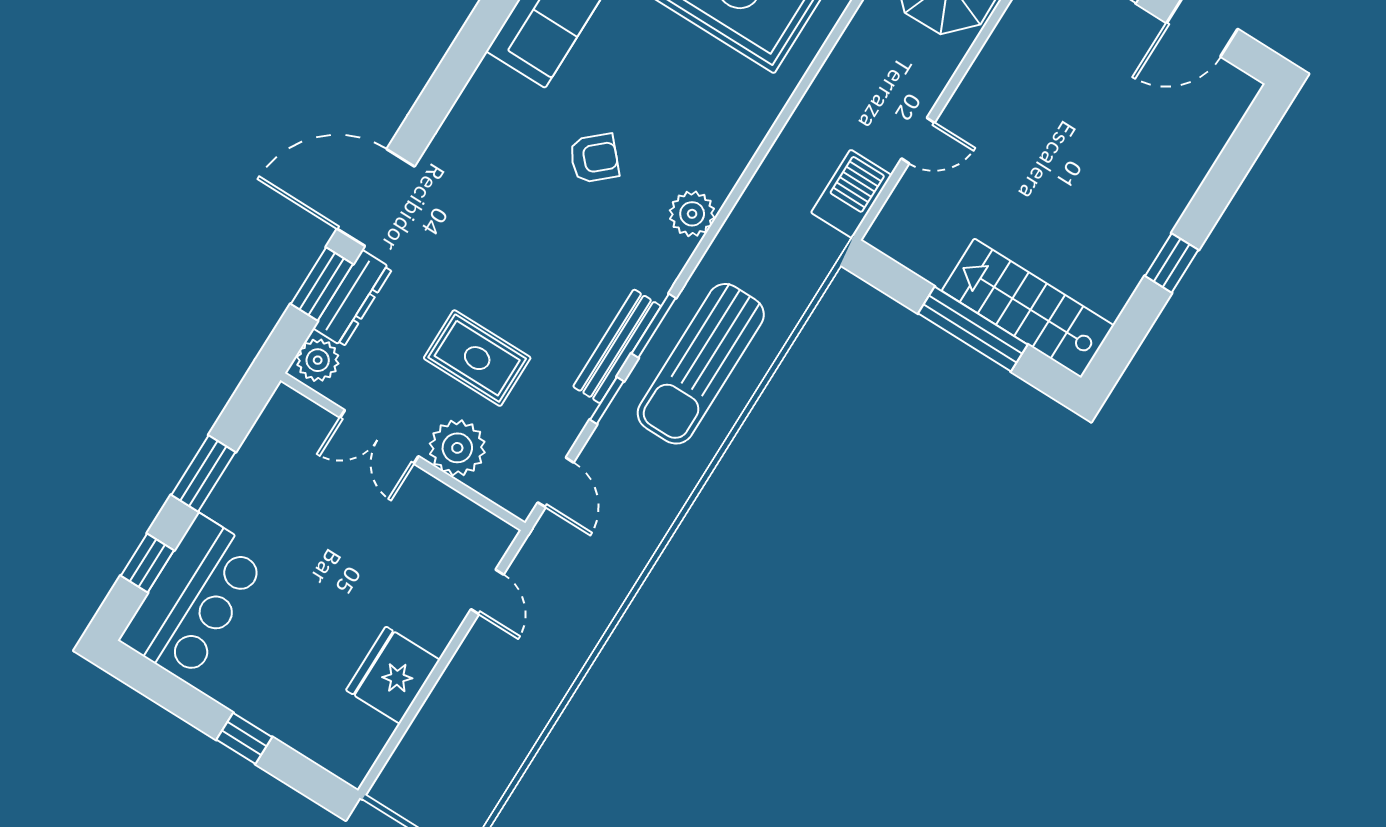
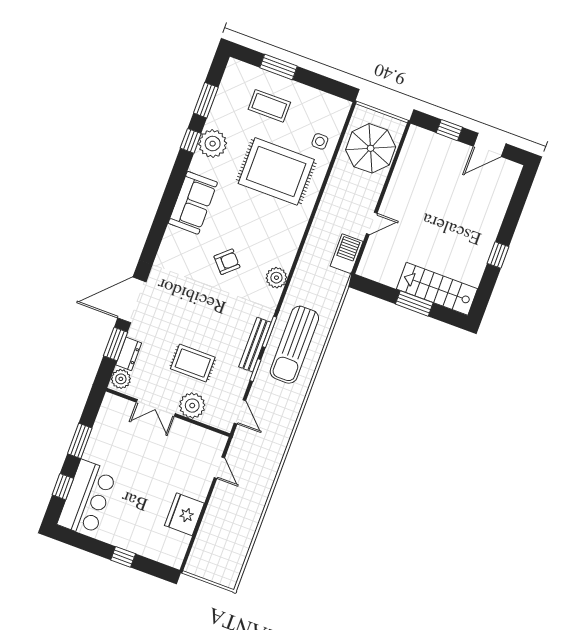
dresser: (353, 299) -> (129, 354), width x0.70
window: (973, 329) -> (414, 303), width x0.69

